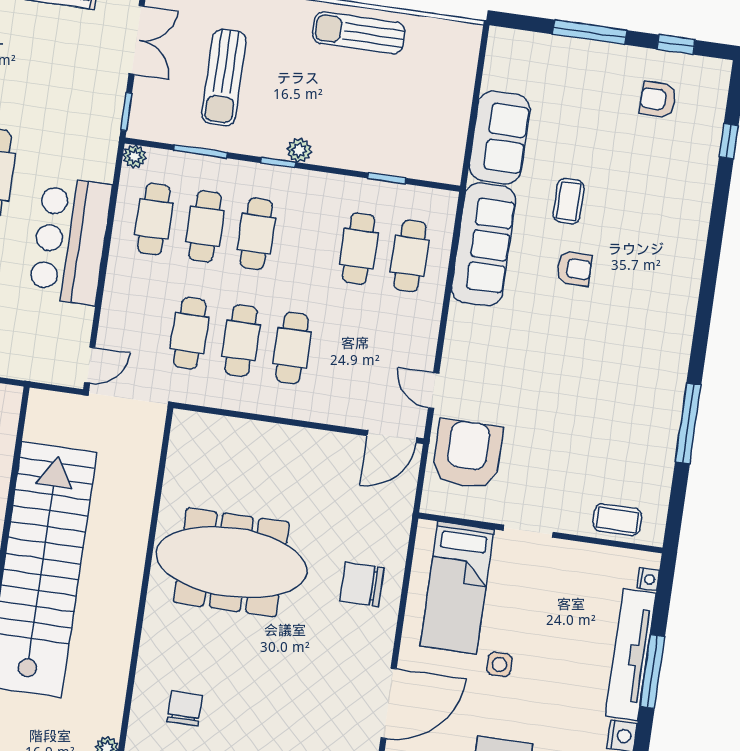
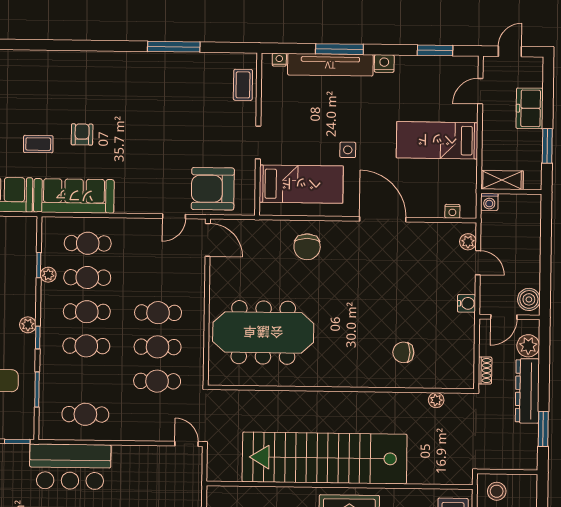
plant: (134, 157) -> (48, 275), moved
cafe table: (205, 226) -> (87, 312), moved
bar counter: (70, 241) -> (70, 467), moved
meeting table: (231, 562) -> (263, 332), moved, turned 90

